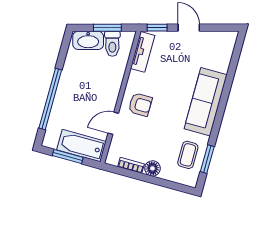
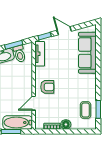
sofa: (206, 102) -> (87, 53), moved

